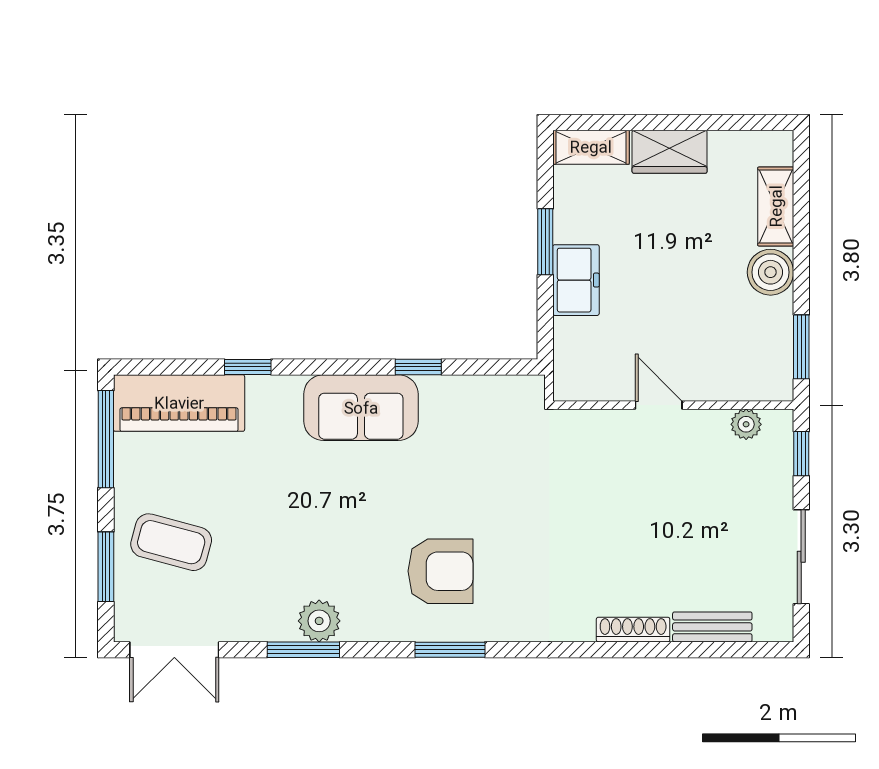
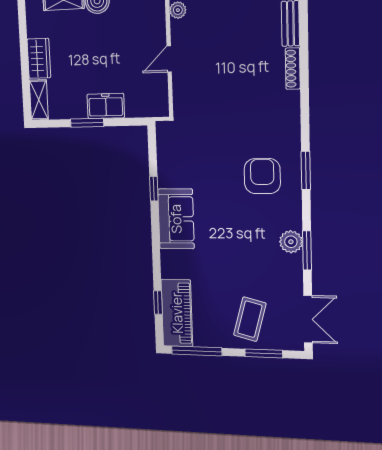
window: (248, 367) -> (158, 302), moved

